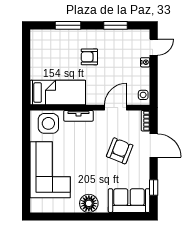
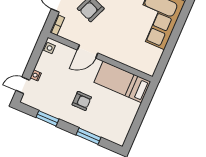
door: (116, 108) -> (88, 51), moved
tv unit: (79, 116) -> (113, 54), removed
side table: (48, 123) -> (142, 59), removed

